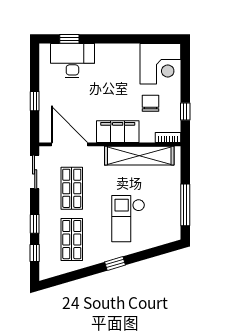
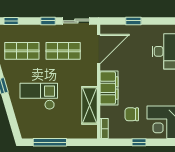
chair: (150, 103) -> (132, 114), turned 180
window: (185, 112) -> (139, 142), moved
shelving: (139, 156) -> (89, 105), width x0.68
window: (35, 224) -> (48, 21), moved

